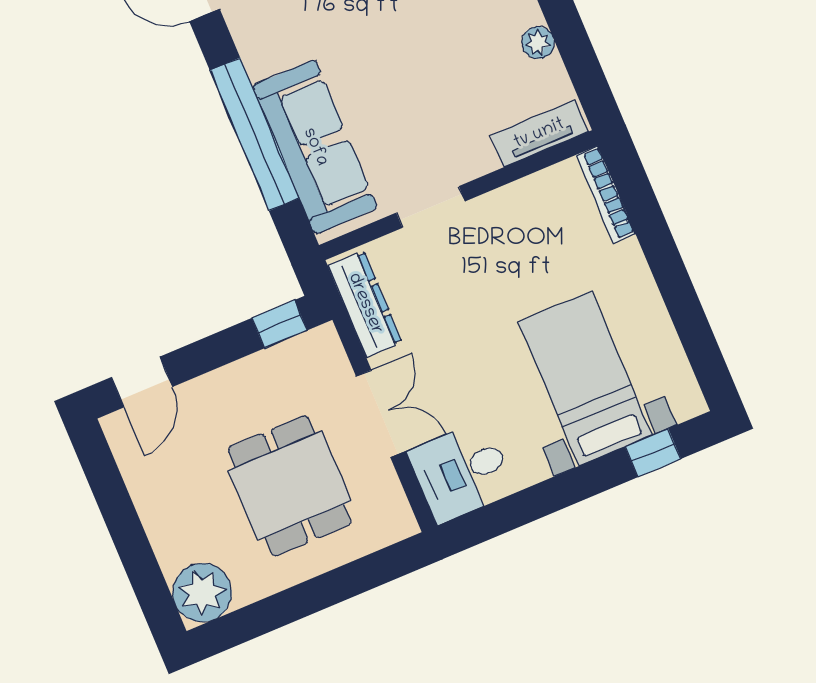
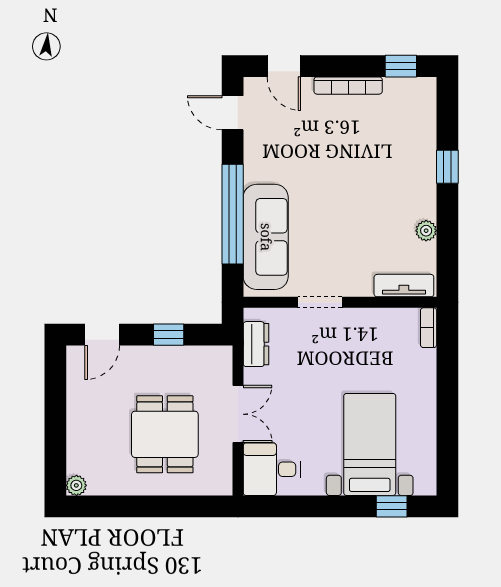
bookcase: (606, 194) -> (429, 328), width x0.64
dresser: (365, 304) -> (256, 344), width x0.70
window: (279, 324) -> (169, 335), moved
plant: (202, 593) -> (76, 485), width x0.53, depth x0.53

